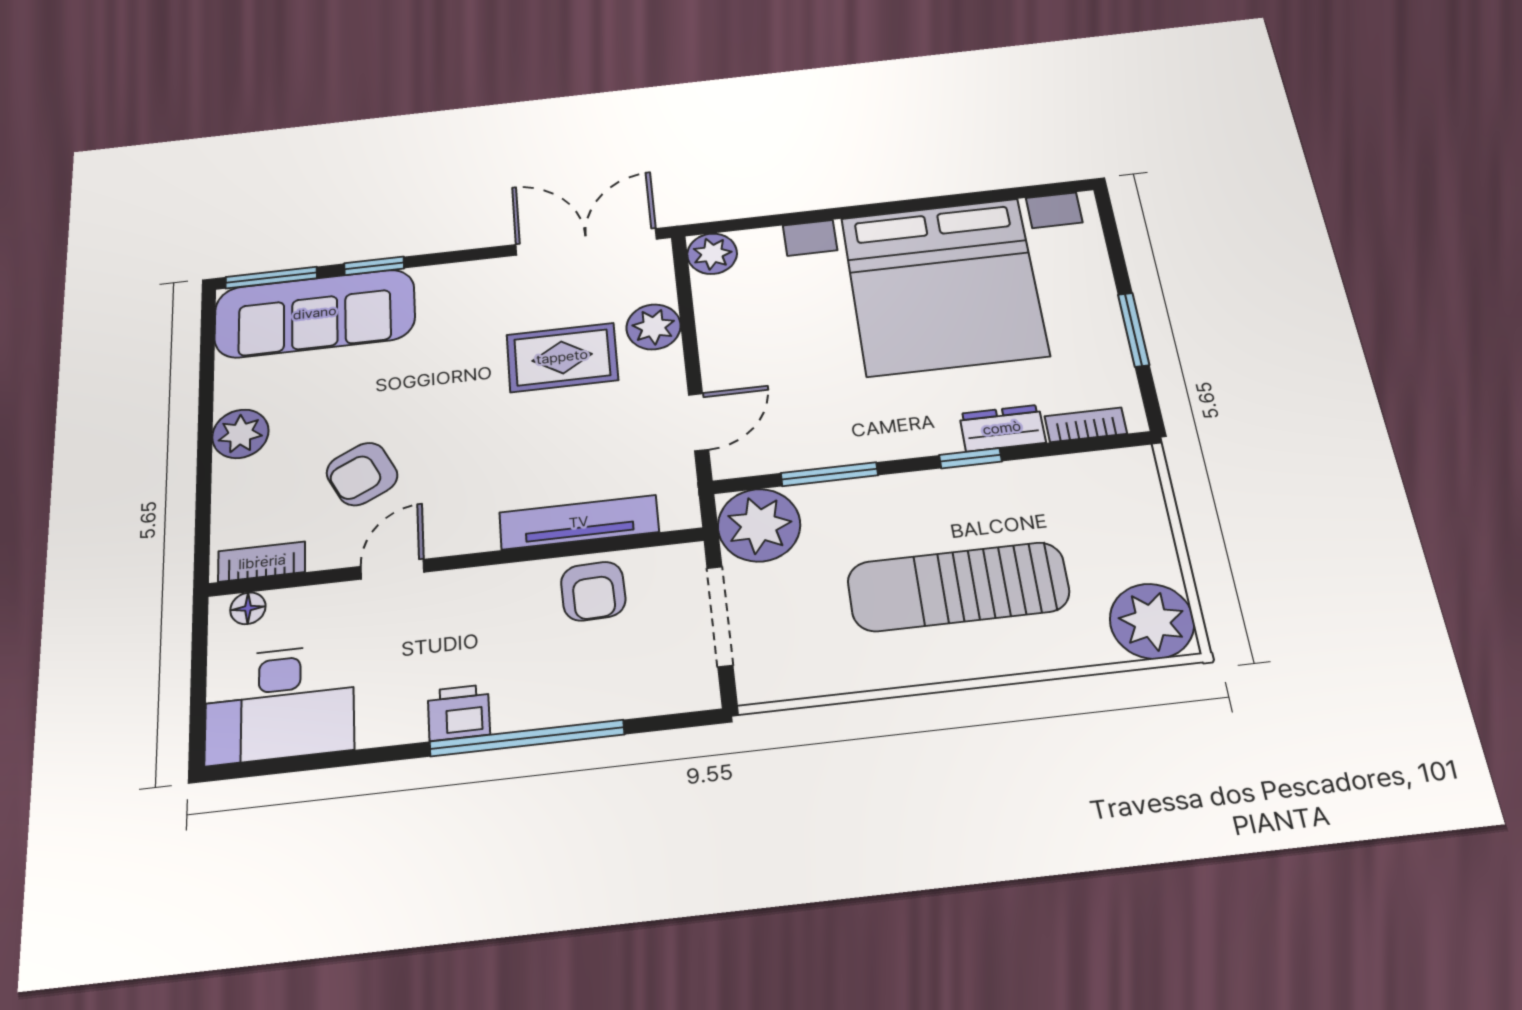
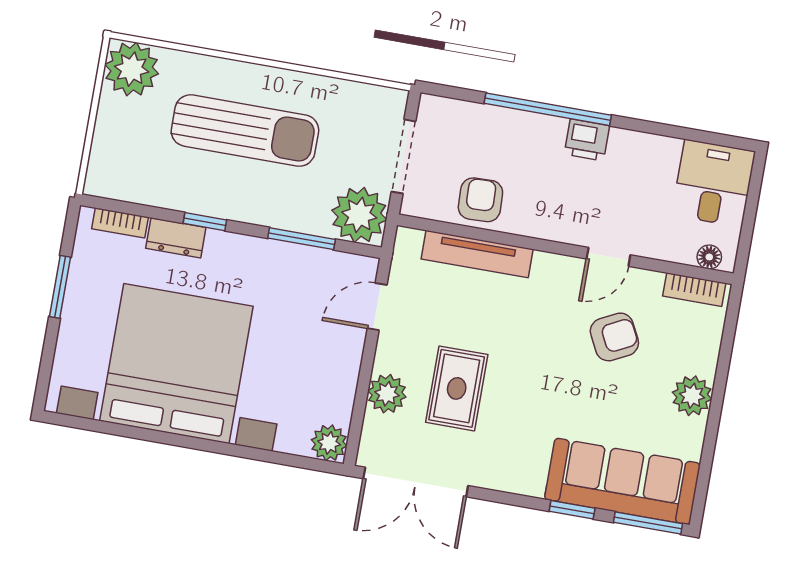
rug: (562, 357) -> (457, 388), turned 90
desk: (280, 704) -> (713, 183), width x0.73

